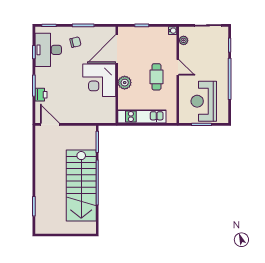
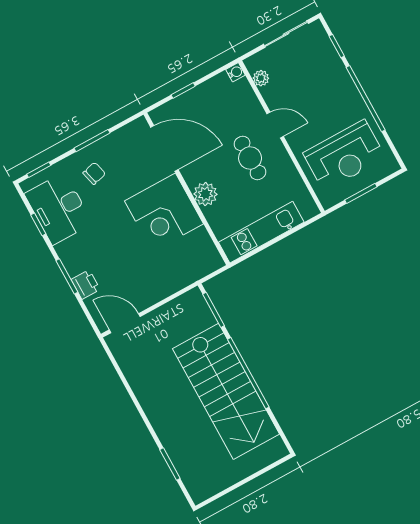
door: (117, 49) -> (164, 148), swing flipped
reception desk: (204, 101) -> (344, 155), turned -90

